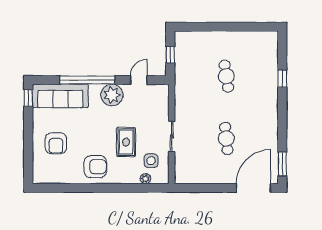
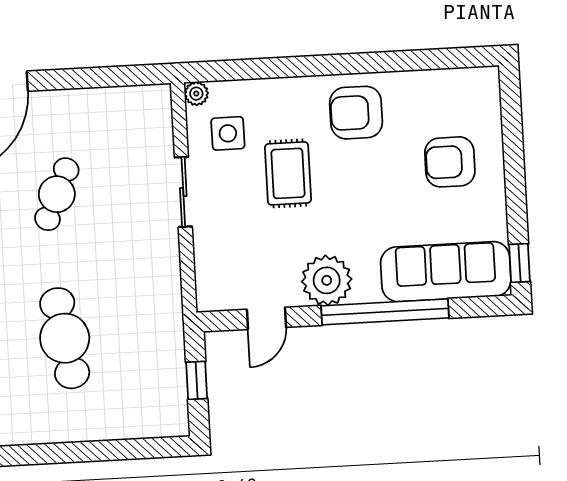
cafe table: (226, 76) -> (65, 338), width x1.37, depth x1.35
cafe table: (226, 138) -> (57, 194), turned 30
armchair: (56, 143) -> (450, 162), turned -90
plant: (145, 179) -> (196, 94), moved

